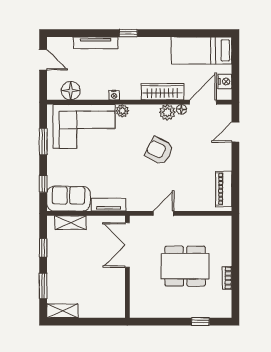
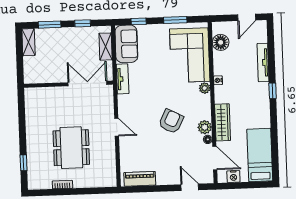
double door: (127, 245) -> (87, 84), moved
wall: (127, 267) -> (68, 84), moved

